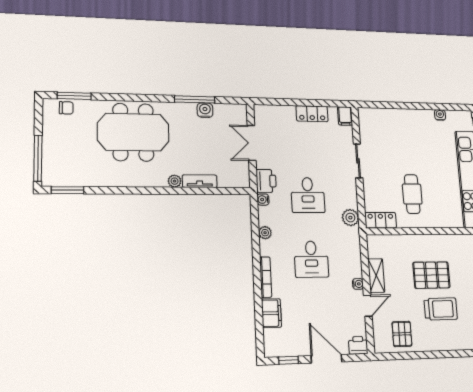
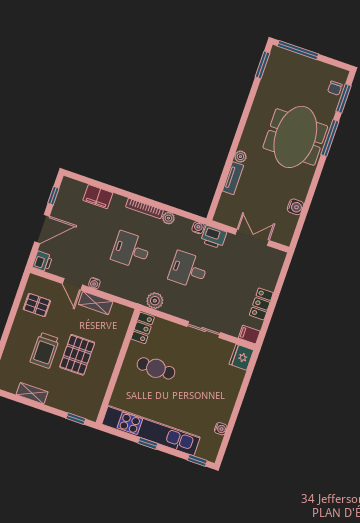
window: (195, 99) -> (330, 138), moved
fridge: (369, 117) -> (241, 357), added
bookcase: (266, 277) -> (144, 209), moved

